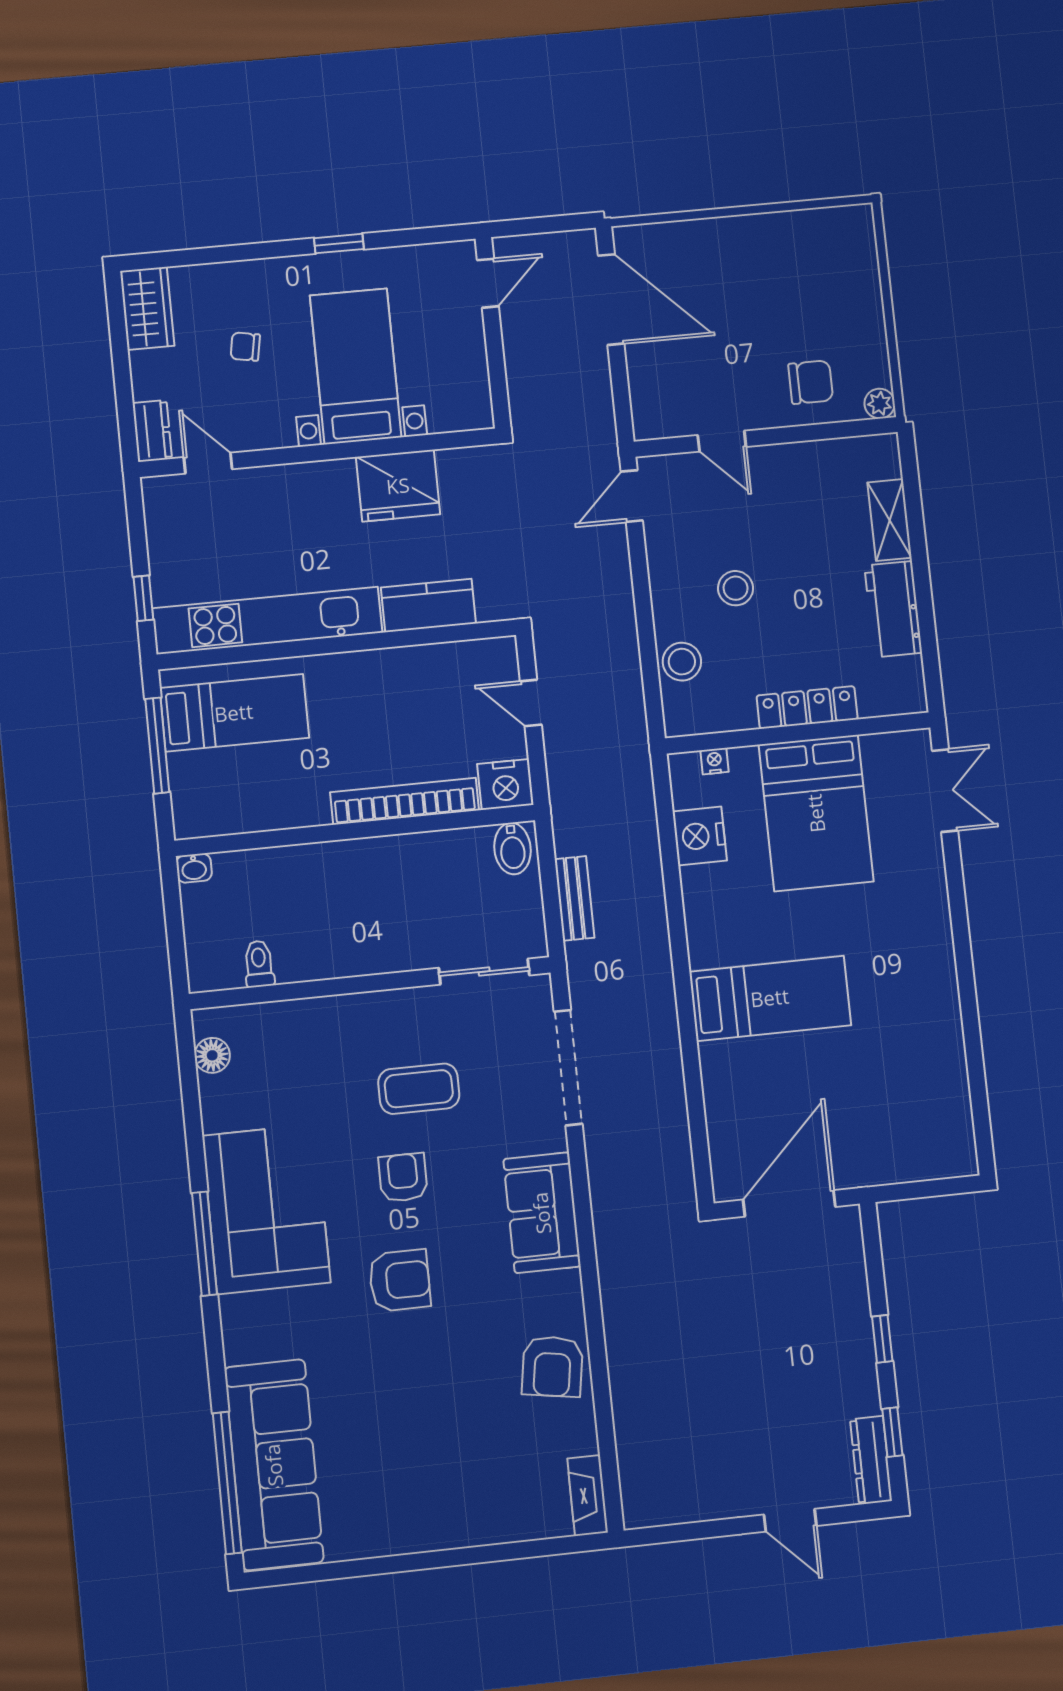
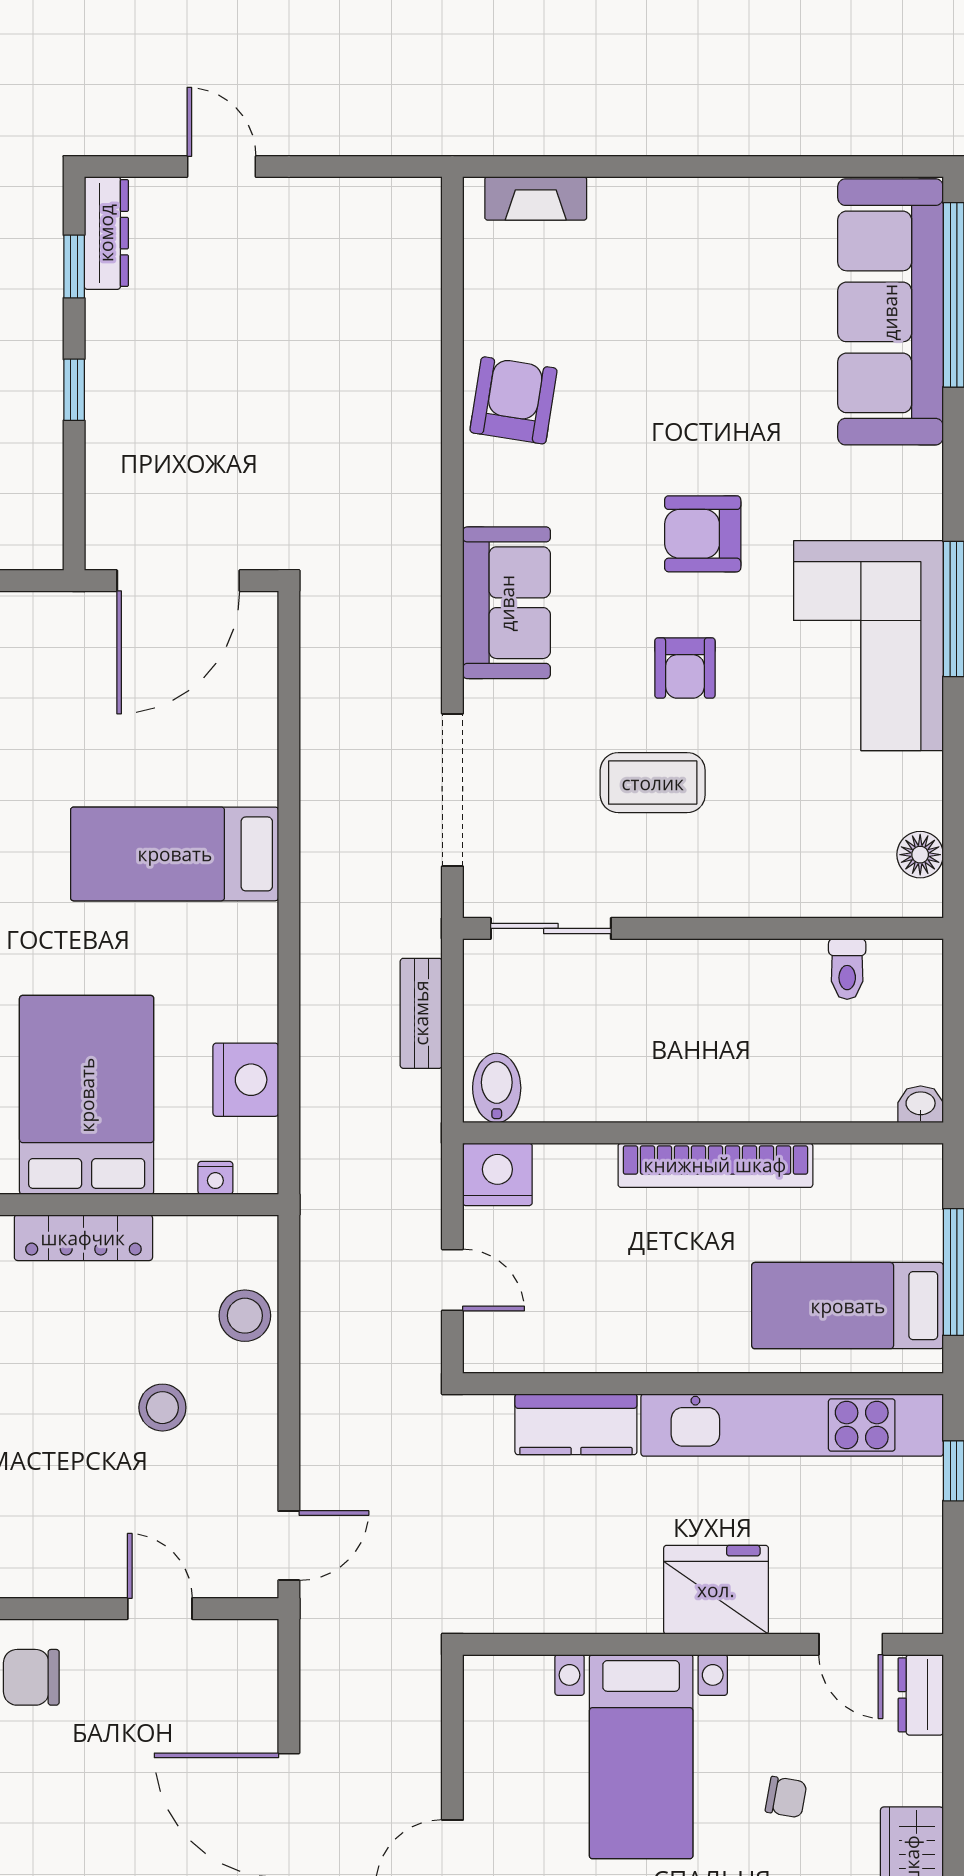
fridge: (398, 486) -> (716, 1590), moved
bookcase: (405, 801) -> (715, 1165), moved
fireplace: (588, 1495) -> (536, 198), moved, turned 90

